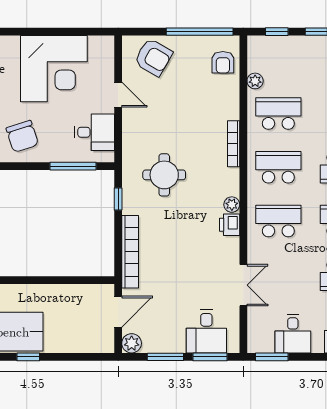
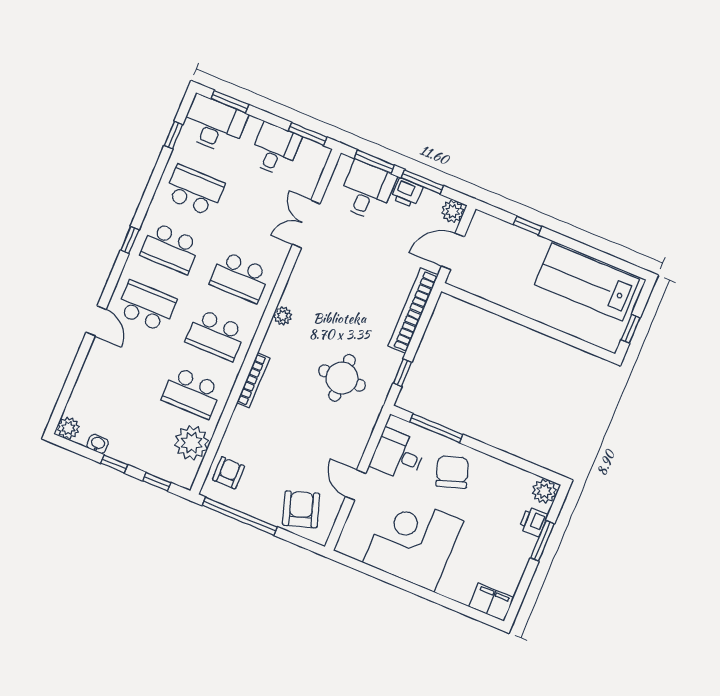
armchair: (153, 57) -> (301, 509), turned 42
plant: (255, 81) -> (192, 443), width x1.87, depth x1.87
chair: (22, 136) -> (452, 472), moved
printer: (230, 225) -> (407, 193), moved, turned 90
window: (28, 357) -> (528, 226), moved

